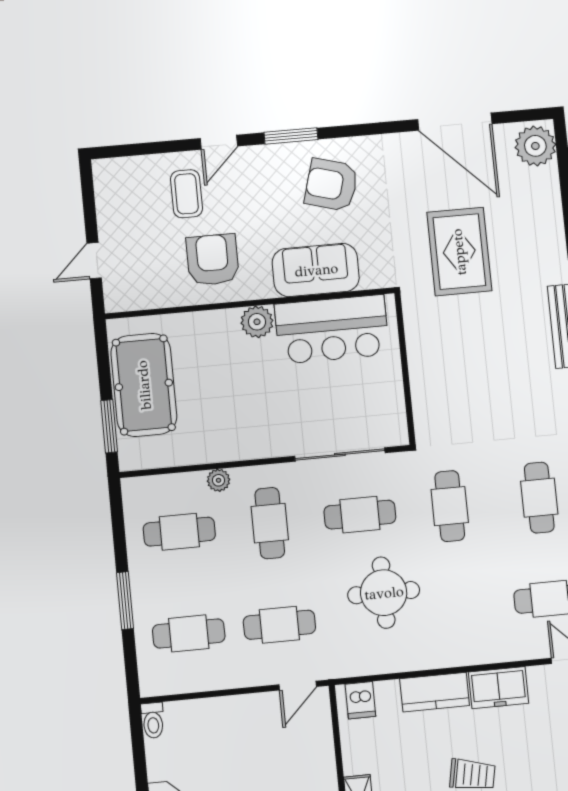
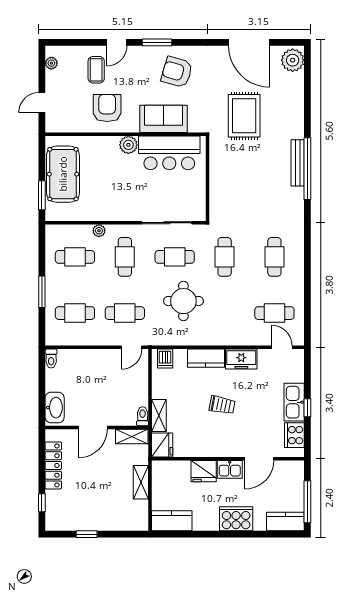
plant: (105, 189) -> (51, 63), added

